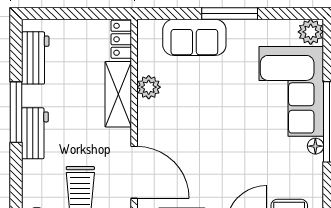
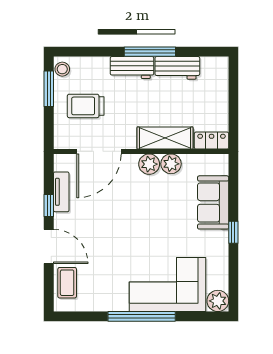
window: (230, 13) -> (233, 232), width x0.46
workbench: (35, 58) -> (177, 68), moved
plant: (149, 113) -> (149, 164), added
floor lamp: (315, 146) -> (121, 305), removed

